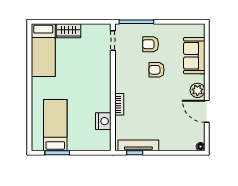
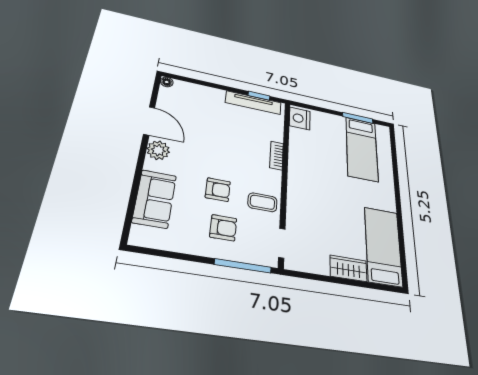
coffee table: (127, 67) -> (262, 202), added
nightstand: (103, 121) -> (300, 118), moved

